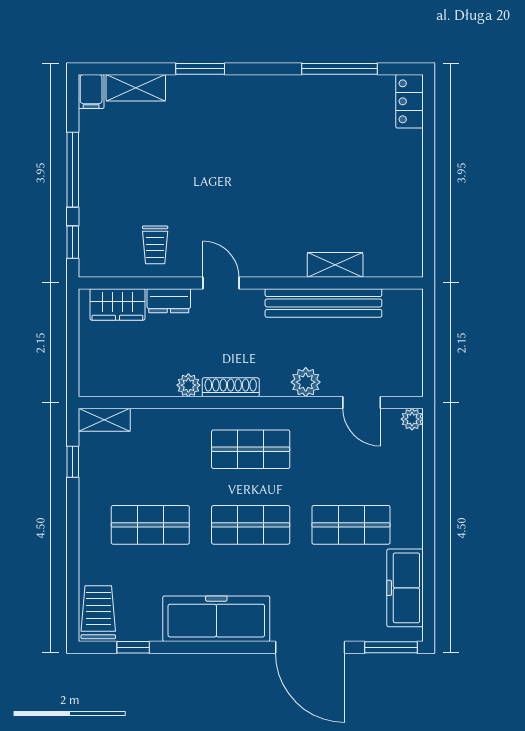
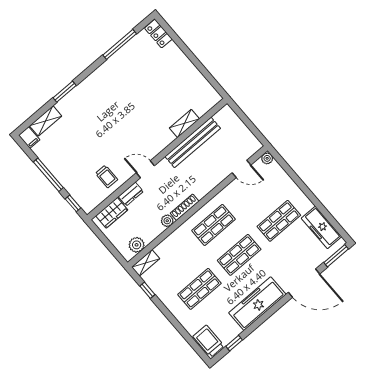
plant: (306, 382) -> (137, 245), moved

